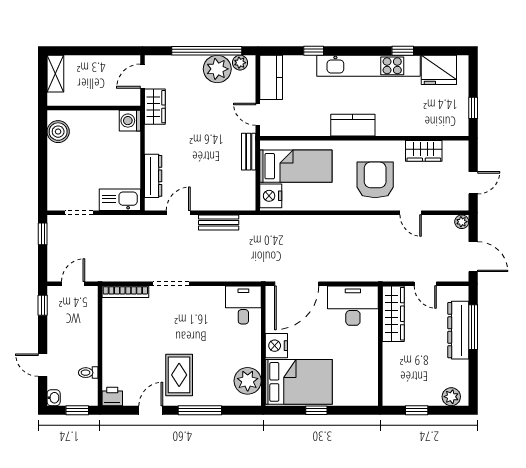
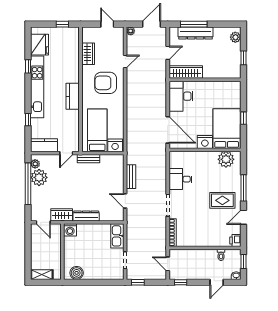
dresser: (153, 176) -> (86, 216), moved
desk: (243, 305) -> (180, 179), moved
door: (151, 410) -> (244, 217), hinge flipped

